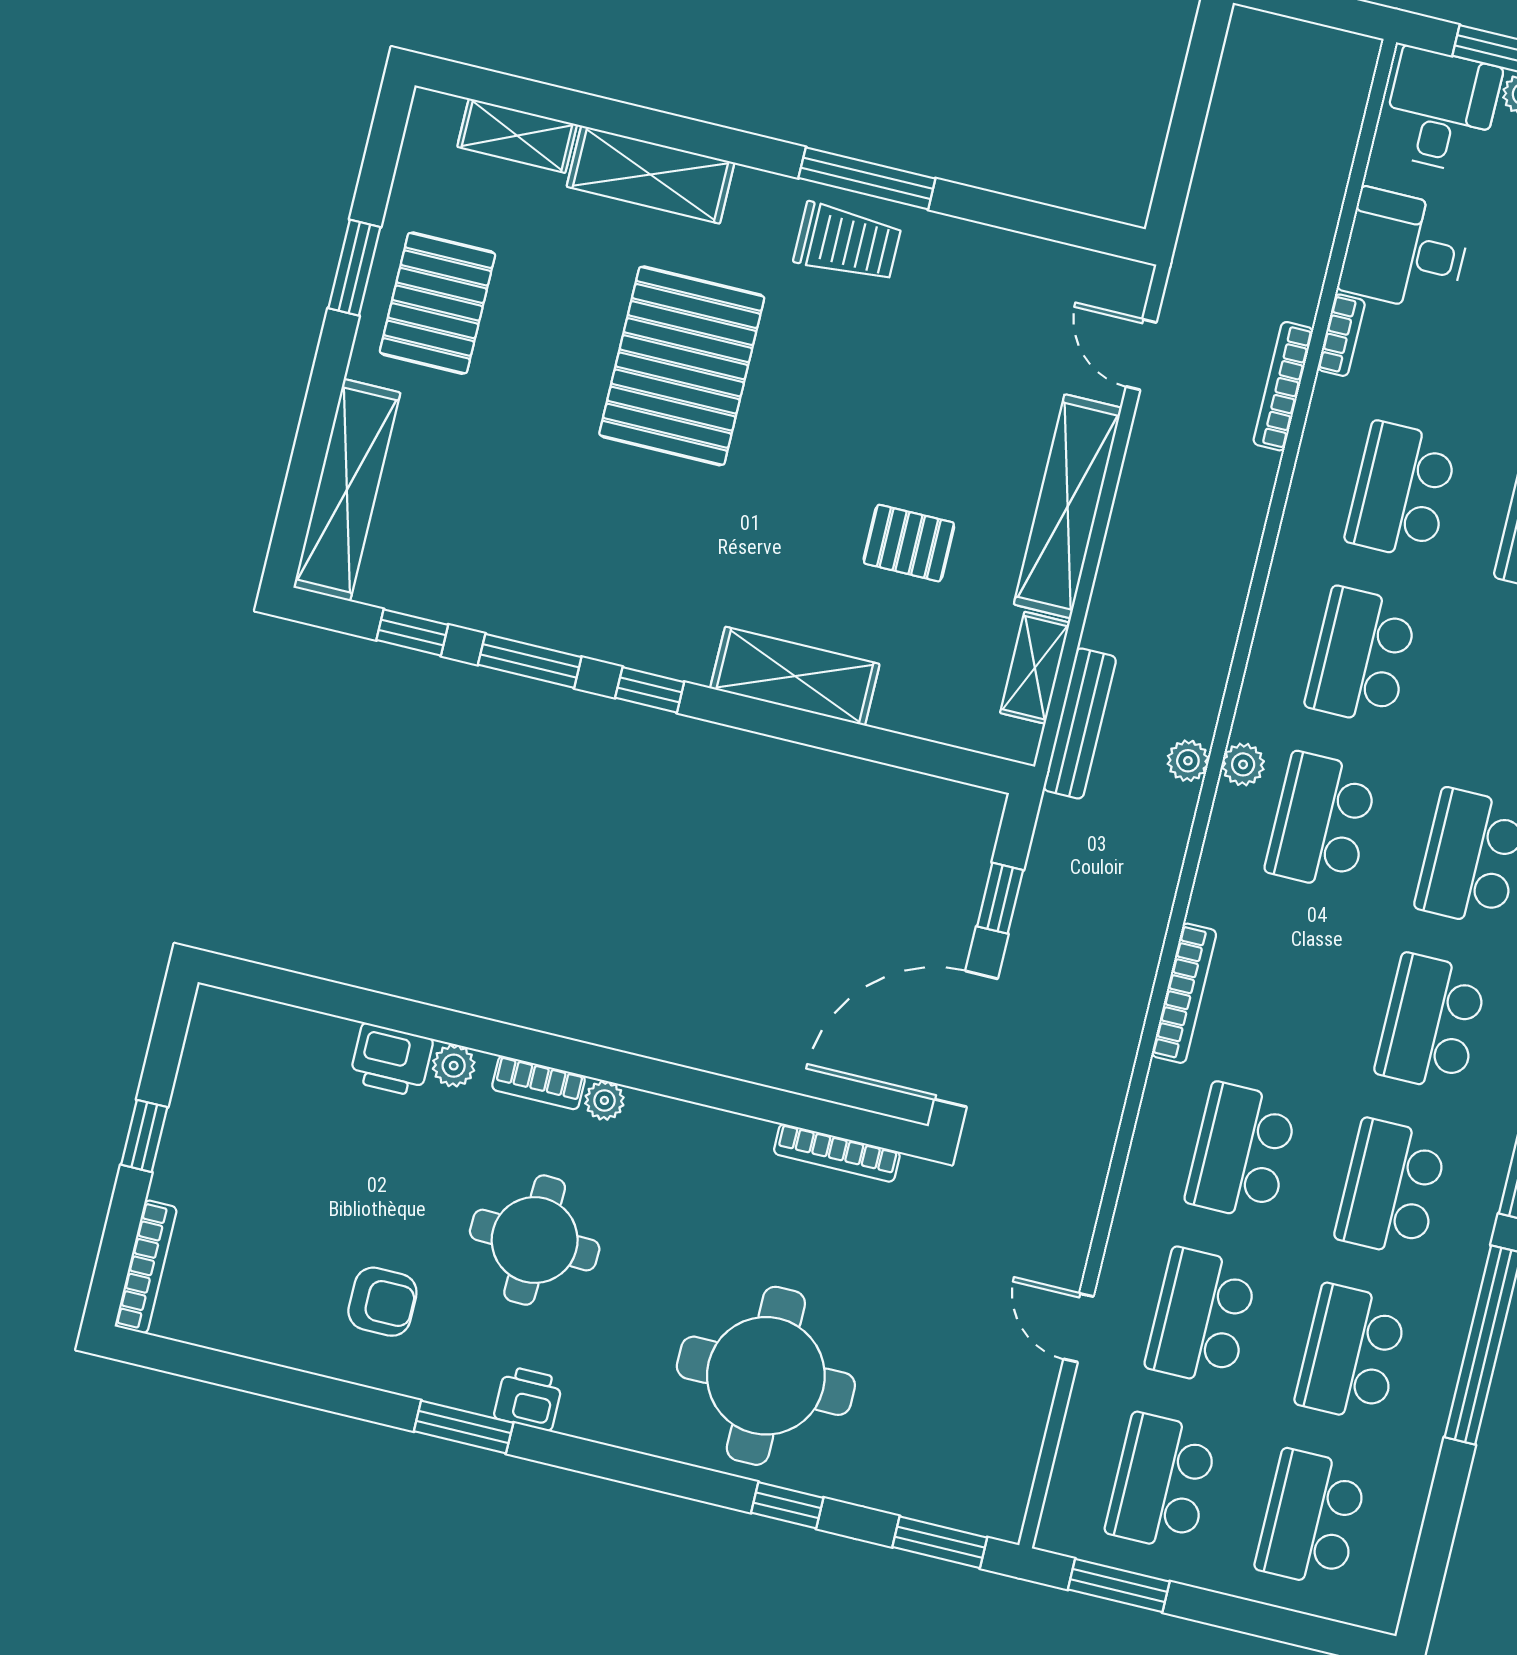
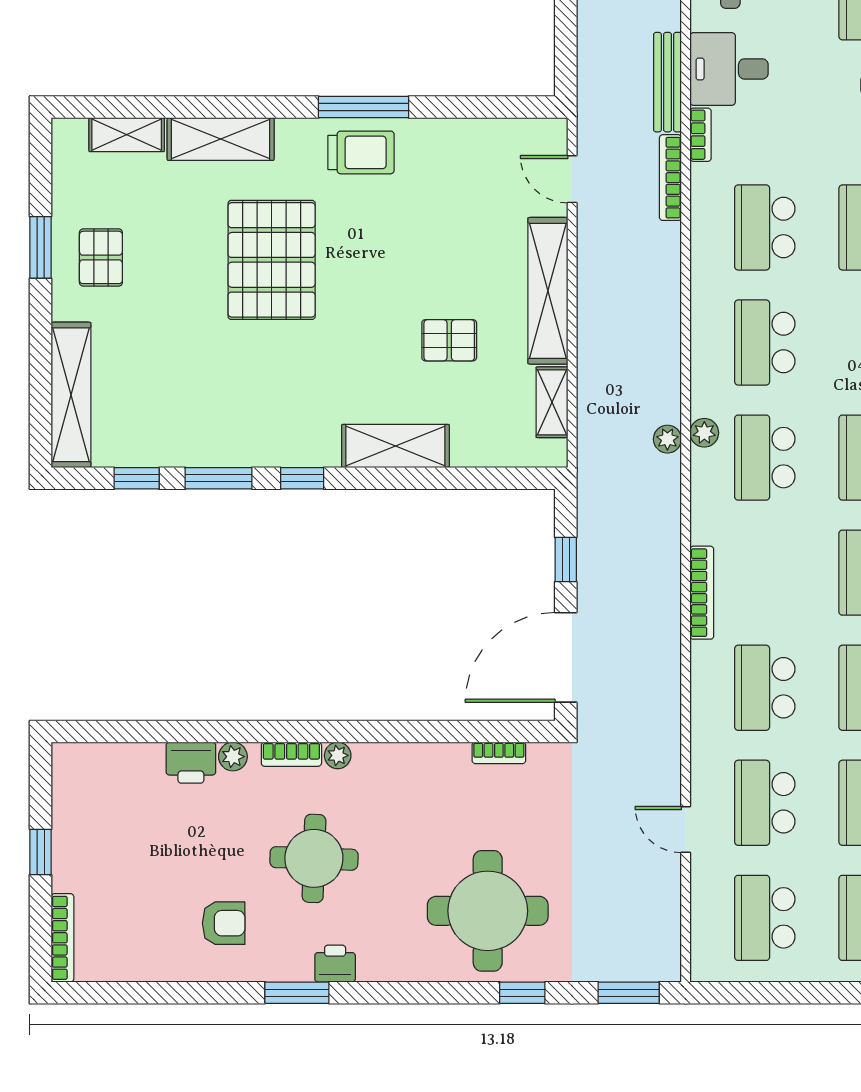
pallet: (437, 303) -> (101, 257), width x0.67, depth x0.71
bench: (1080, 723) -> (667, 82), moved
bookcase: (837, 1153) -> (499, 753), width x0.64
window: (1119, 1585) -> (753, 993), removed

